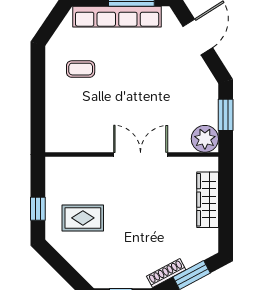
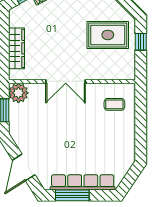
coffee table: (81, 69) -> (114, 104), moved
rug: (83, 218) -> (108, 35), width x1.36, depth x1.43

